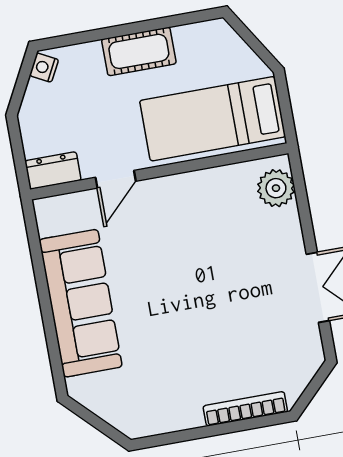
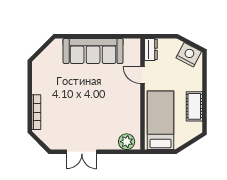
cot: (139, 51) -> (194, 106), moved
nightstand: (44, 68) -> (189, 55), width x1.89, depth x1.79

